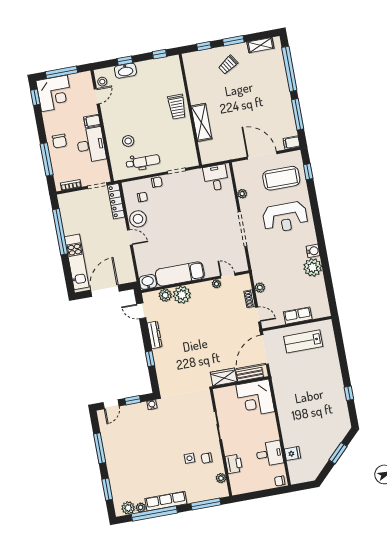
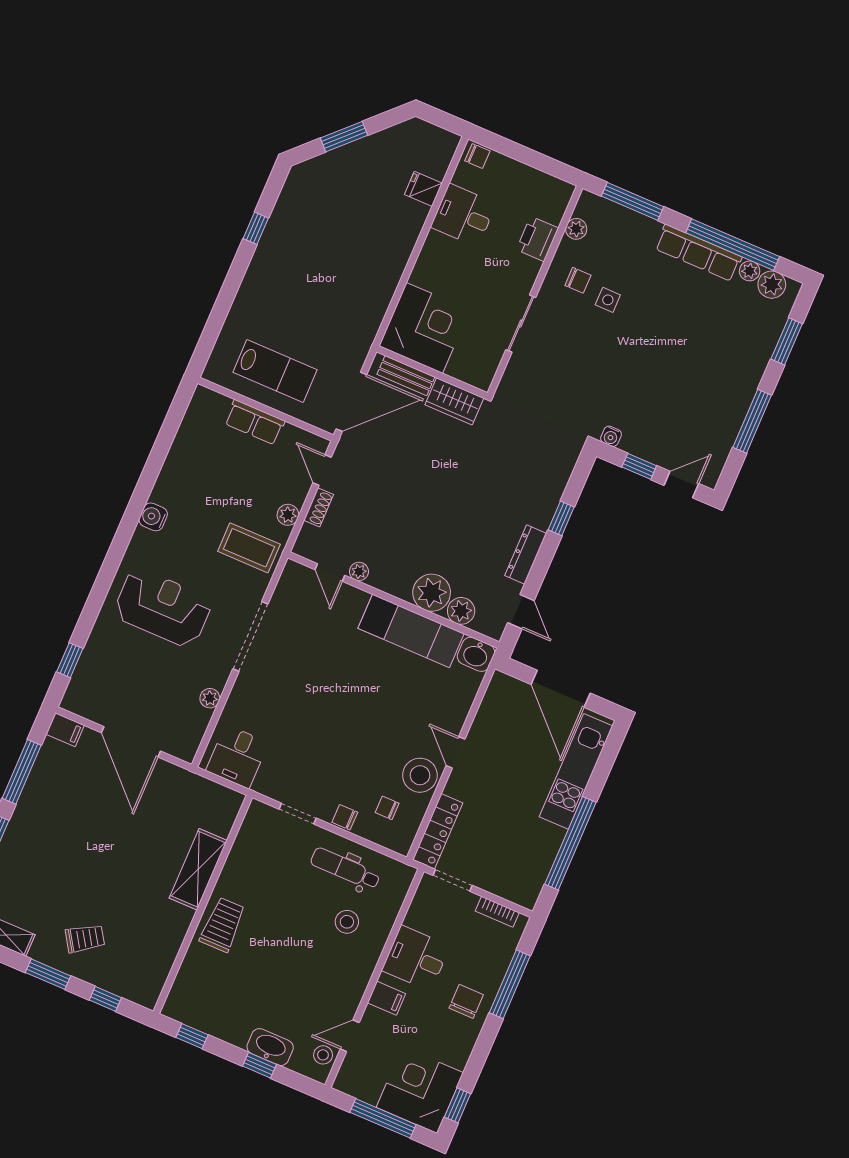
desk: (91, 145) -> (416, 958), width x0.73
coffee table: (281, 178) -> (249, 548), moved, width x0.73, depth x0.76
plant: (313, 267) -> (173, 489), removed
door: (105, 291) -> (561, 689), hinge flipped

